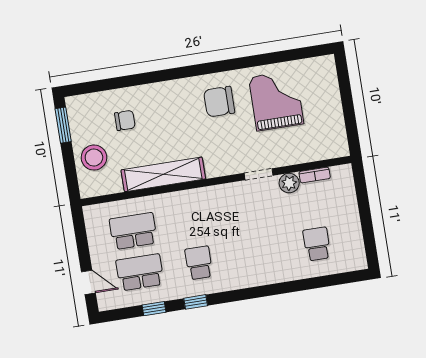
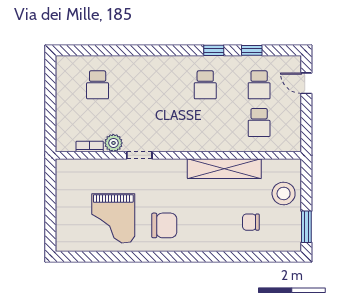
school desk: (133, 231) -> (259, 122), width x0.54
school desk: (140, 272) -> (259, 85), width x0.54

